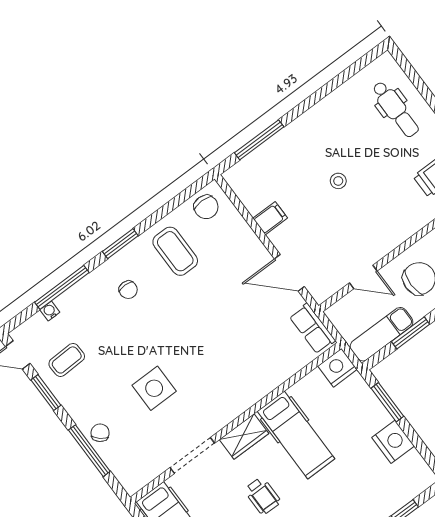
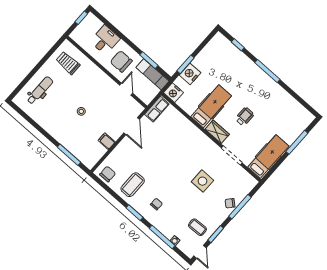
nightstand: (393, 442) -> (190, 74), moved

